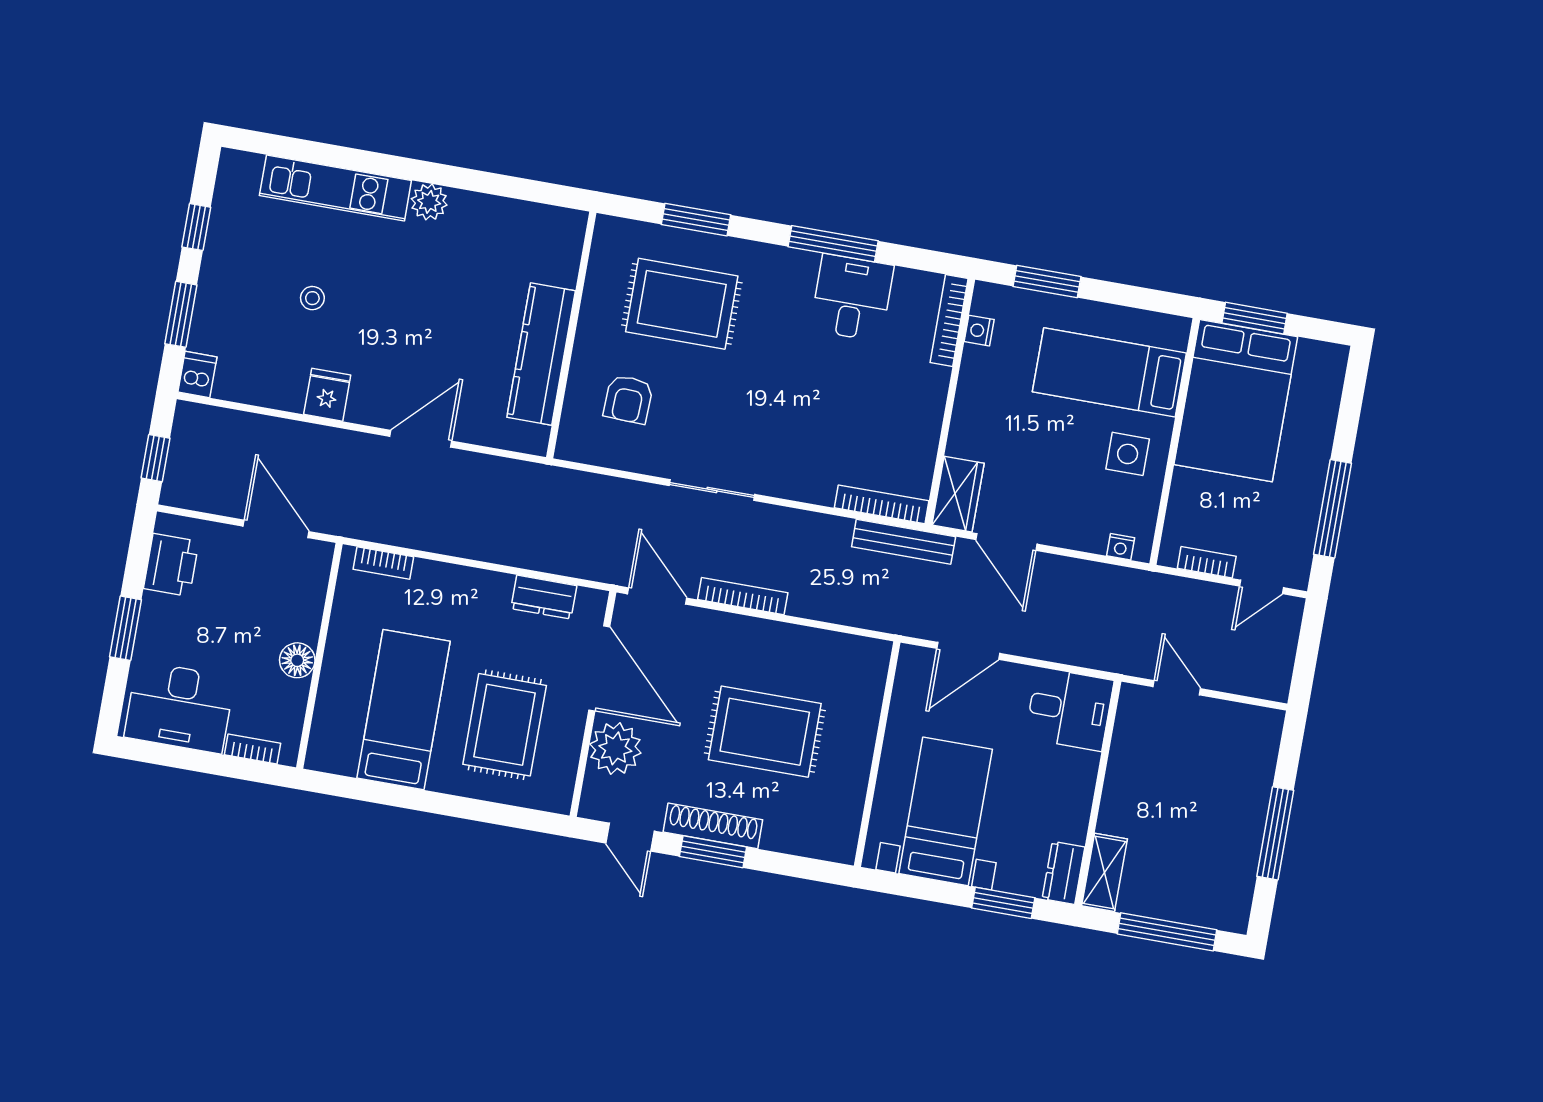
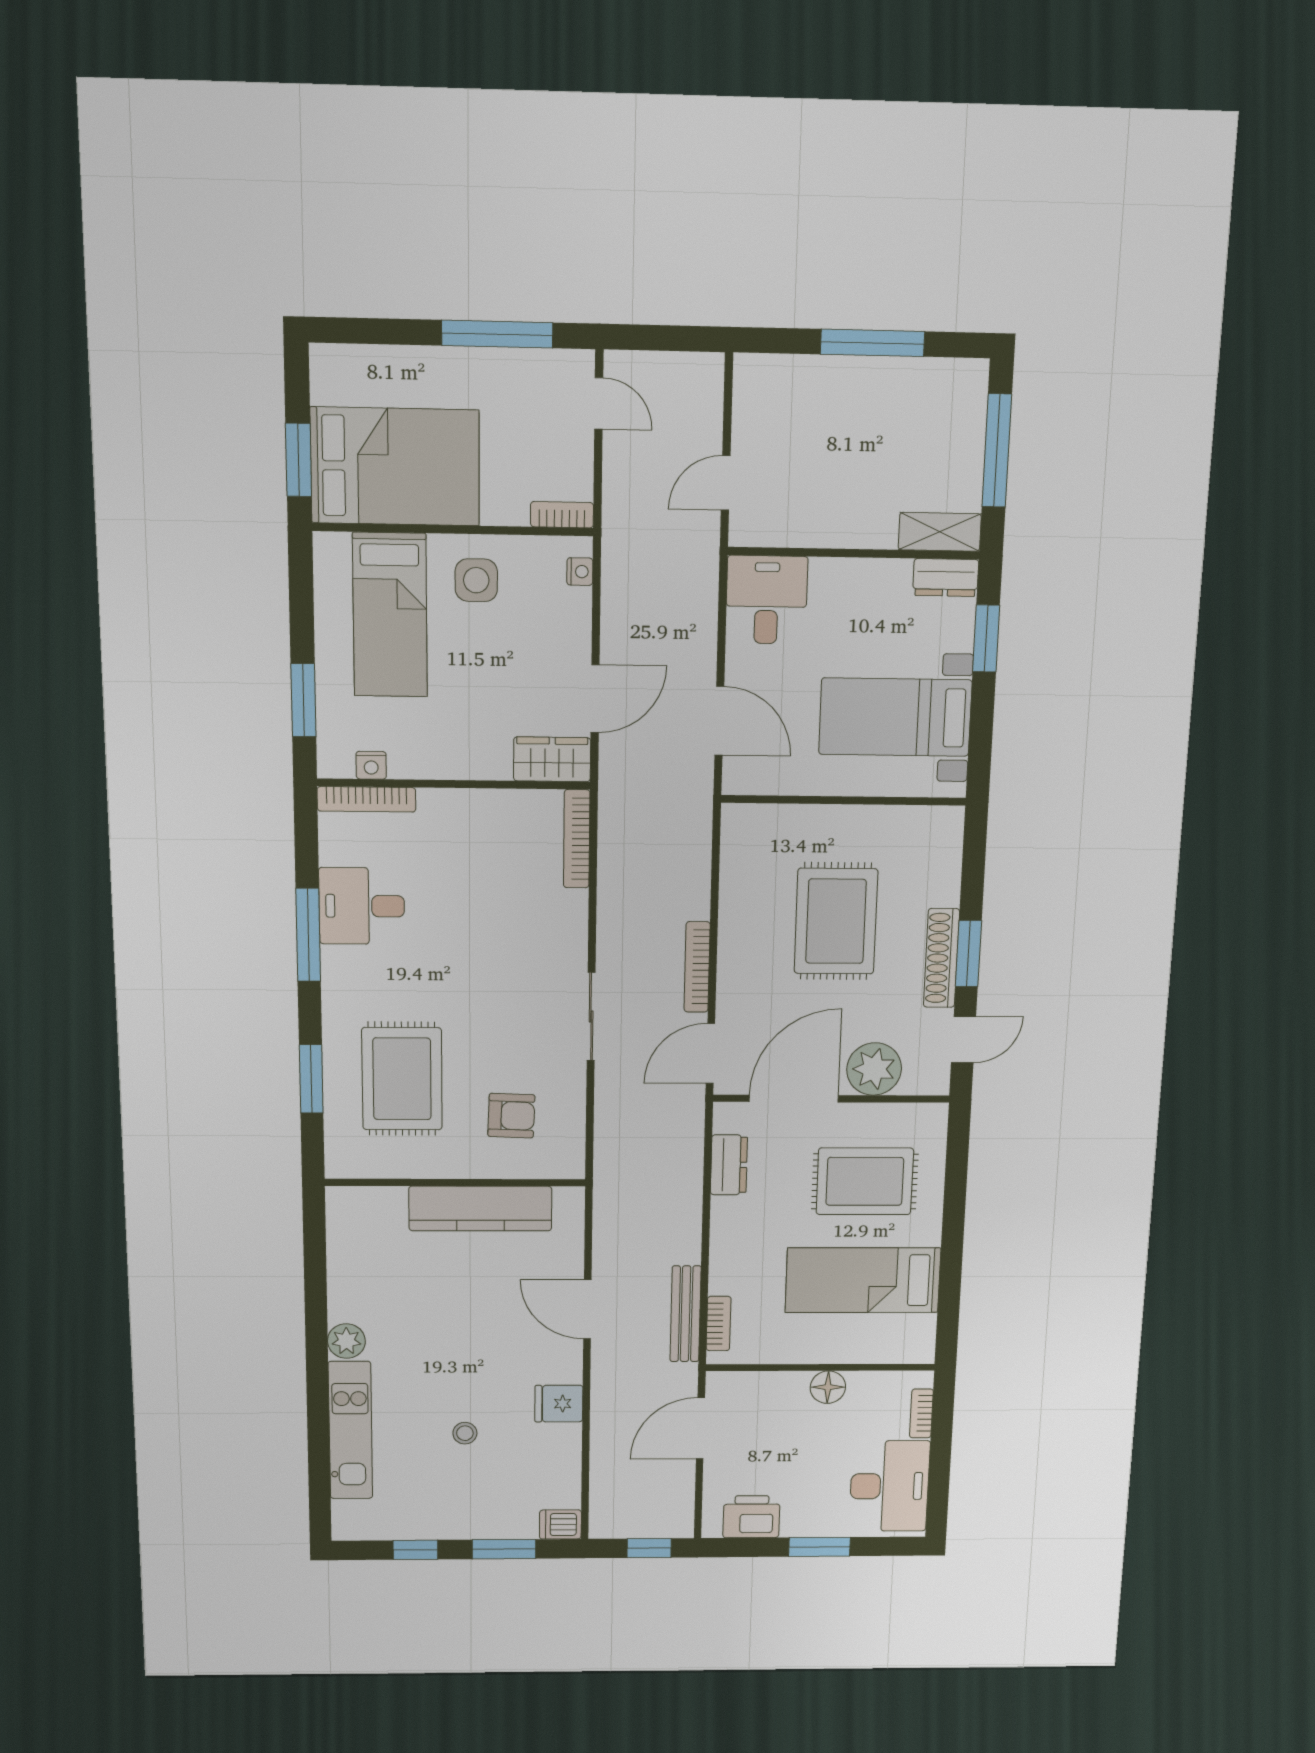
bench: (904, 542) -> (686, 1314), moved
bookcase: (1207, 562) -> (562, 515), moved, turned 90

